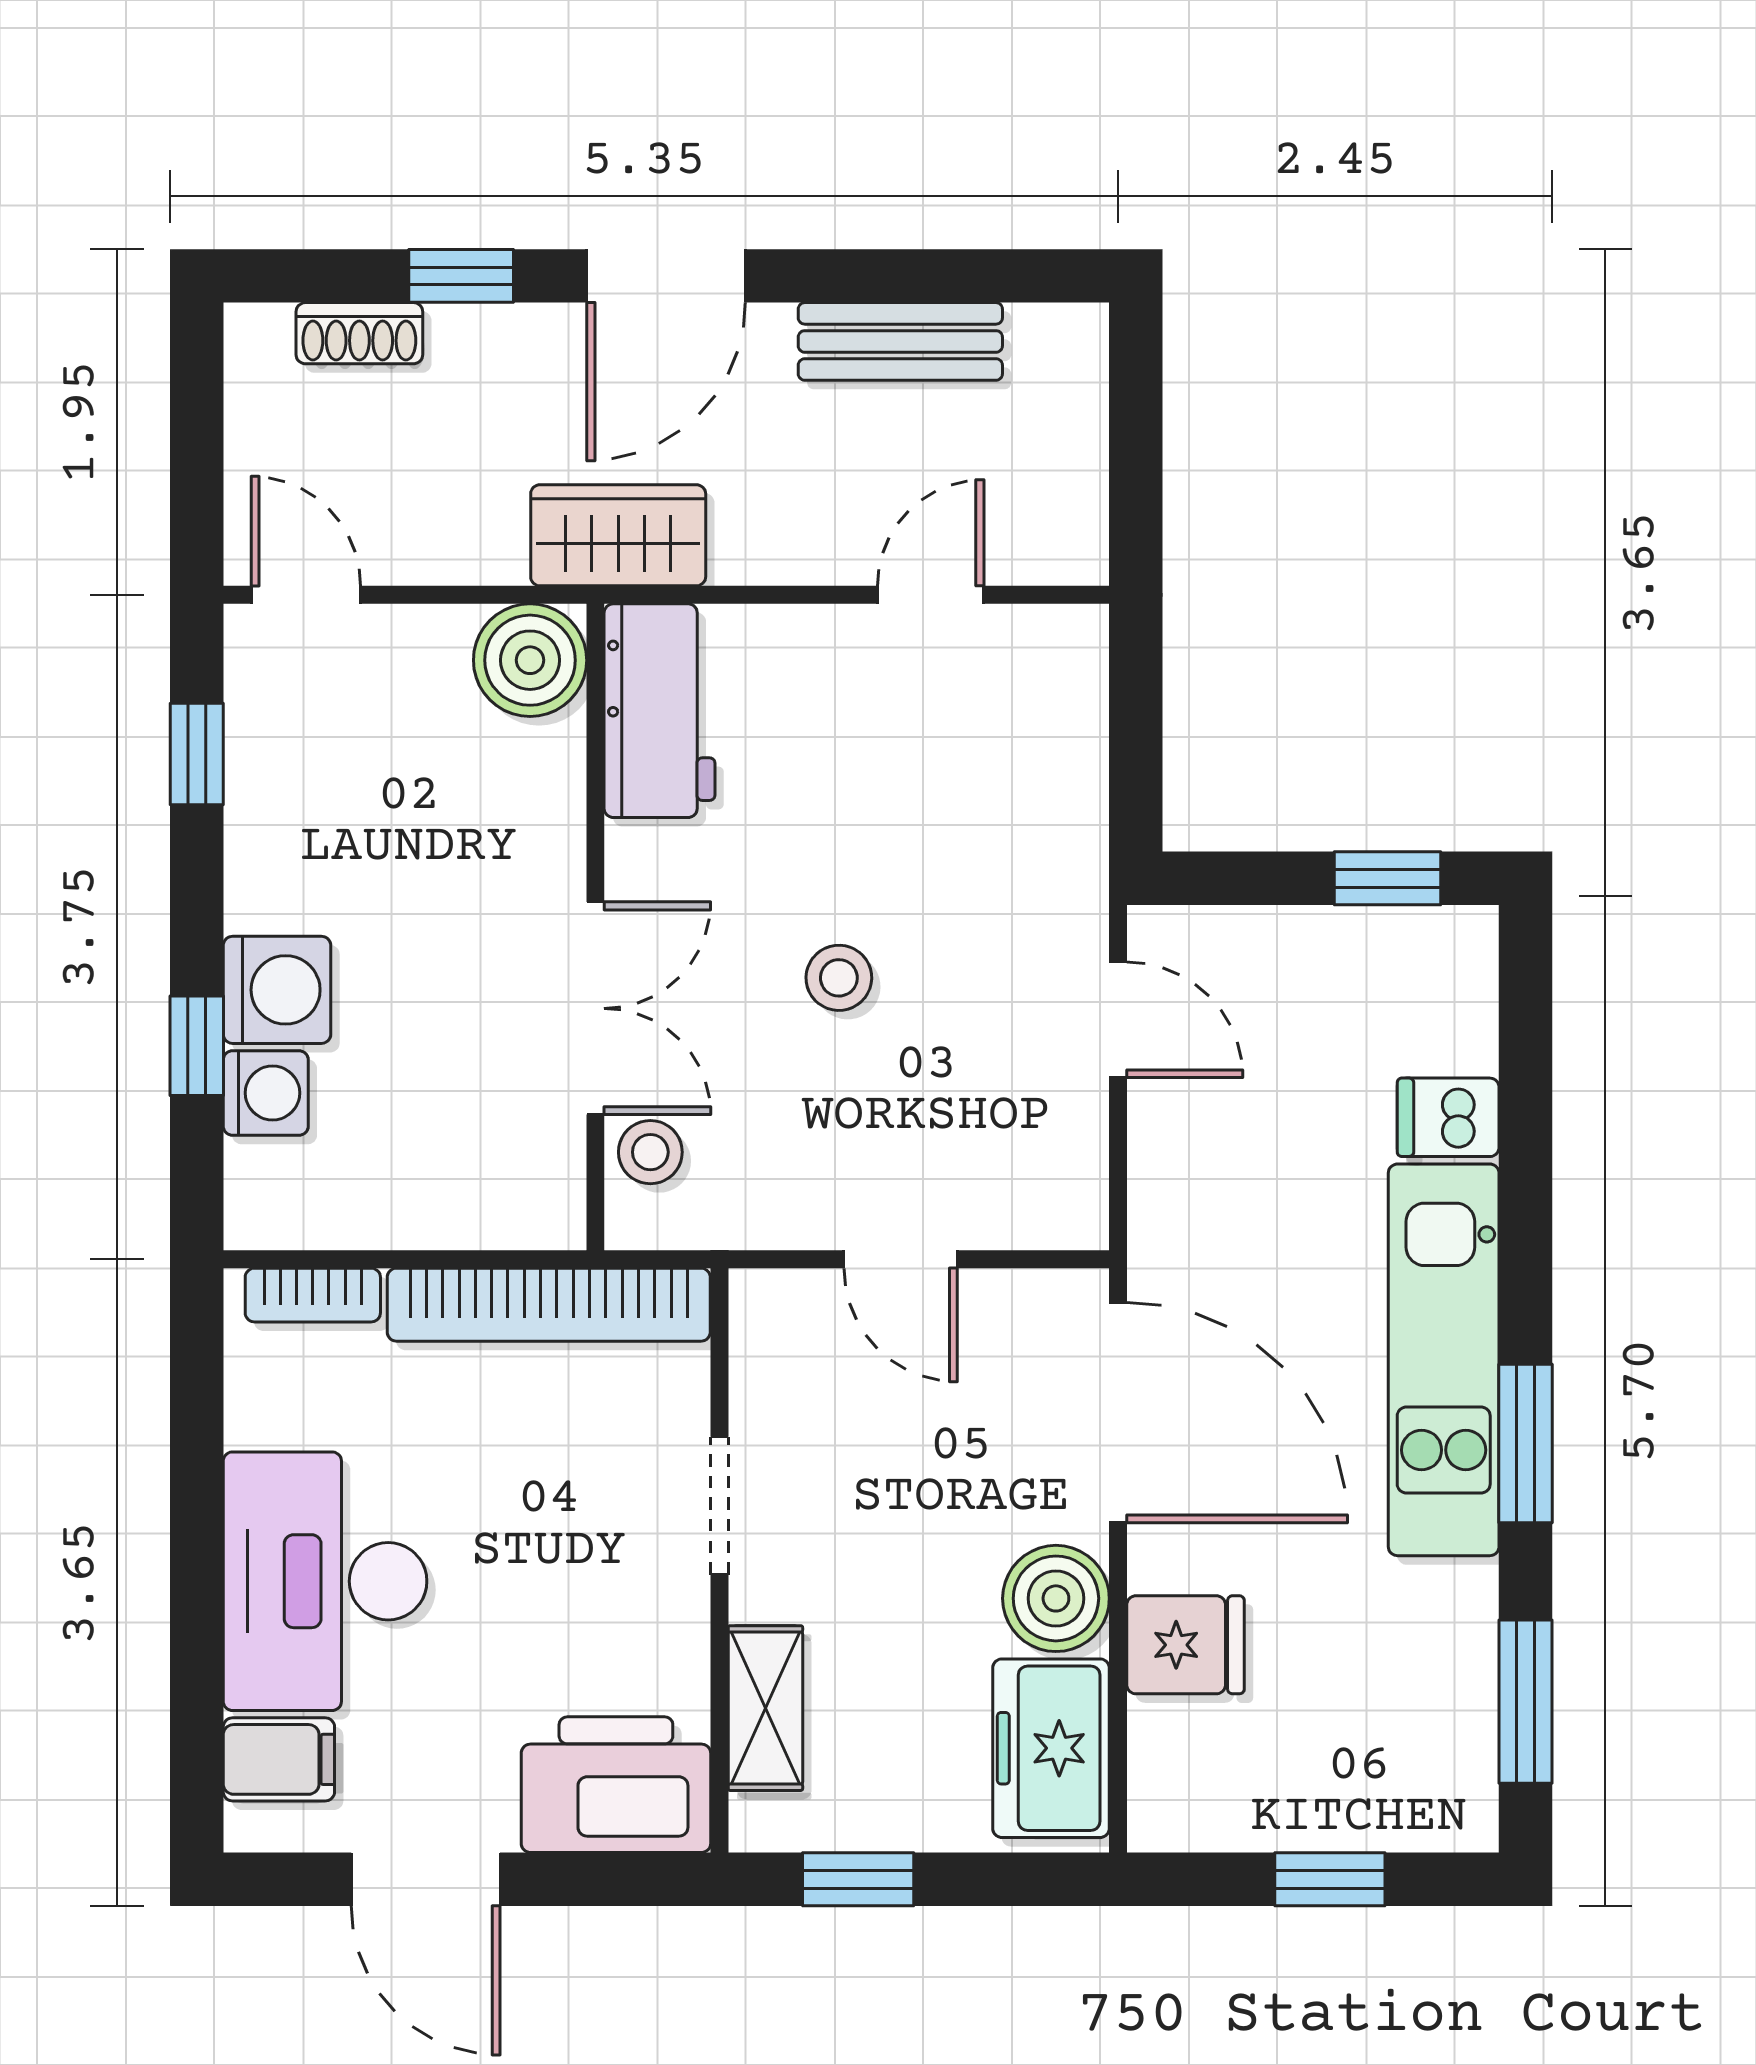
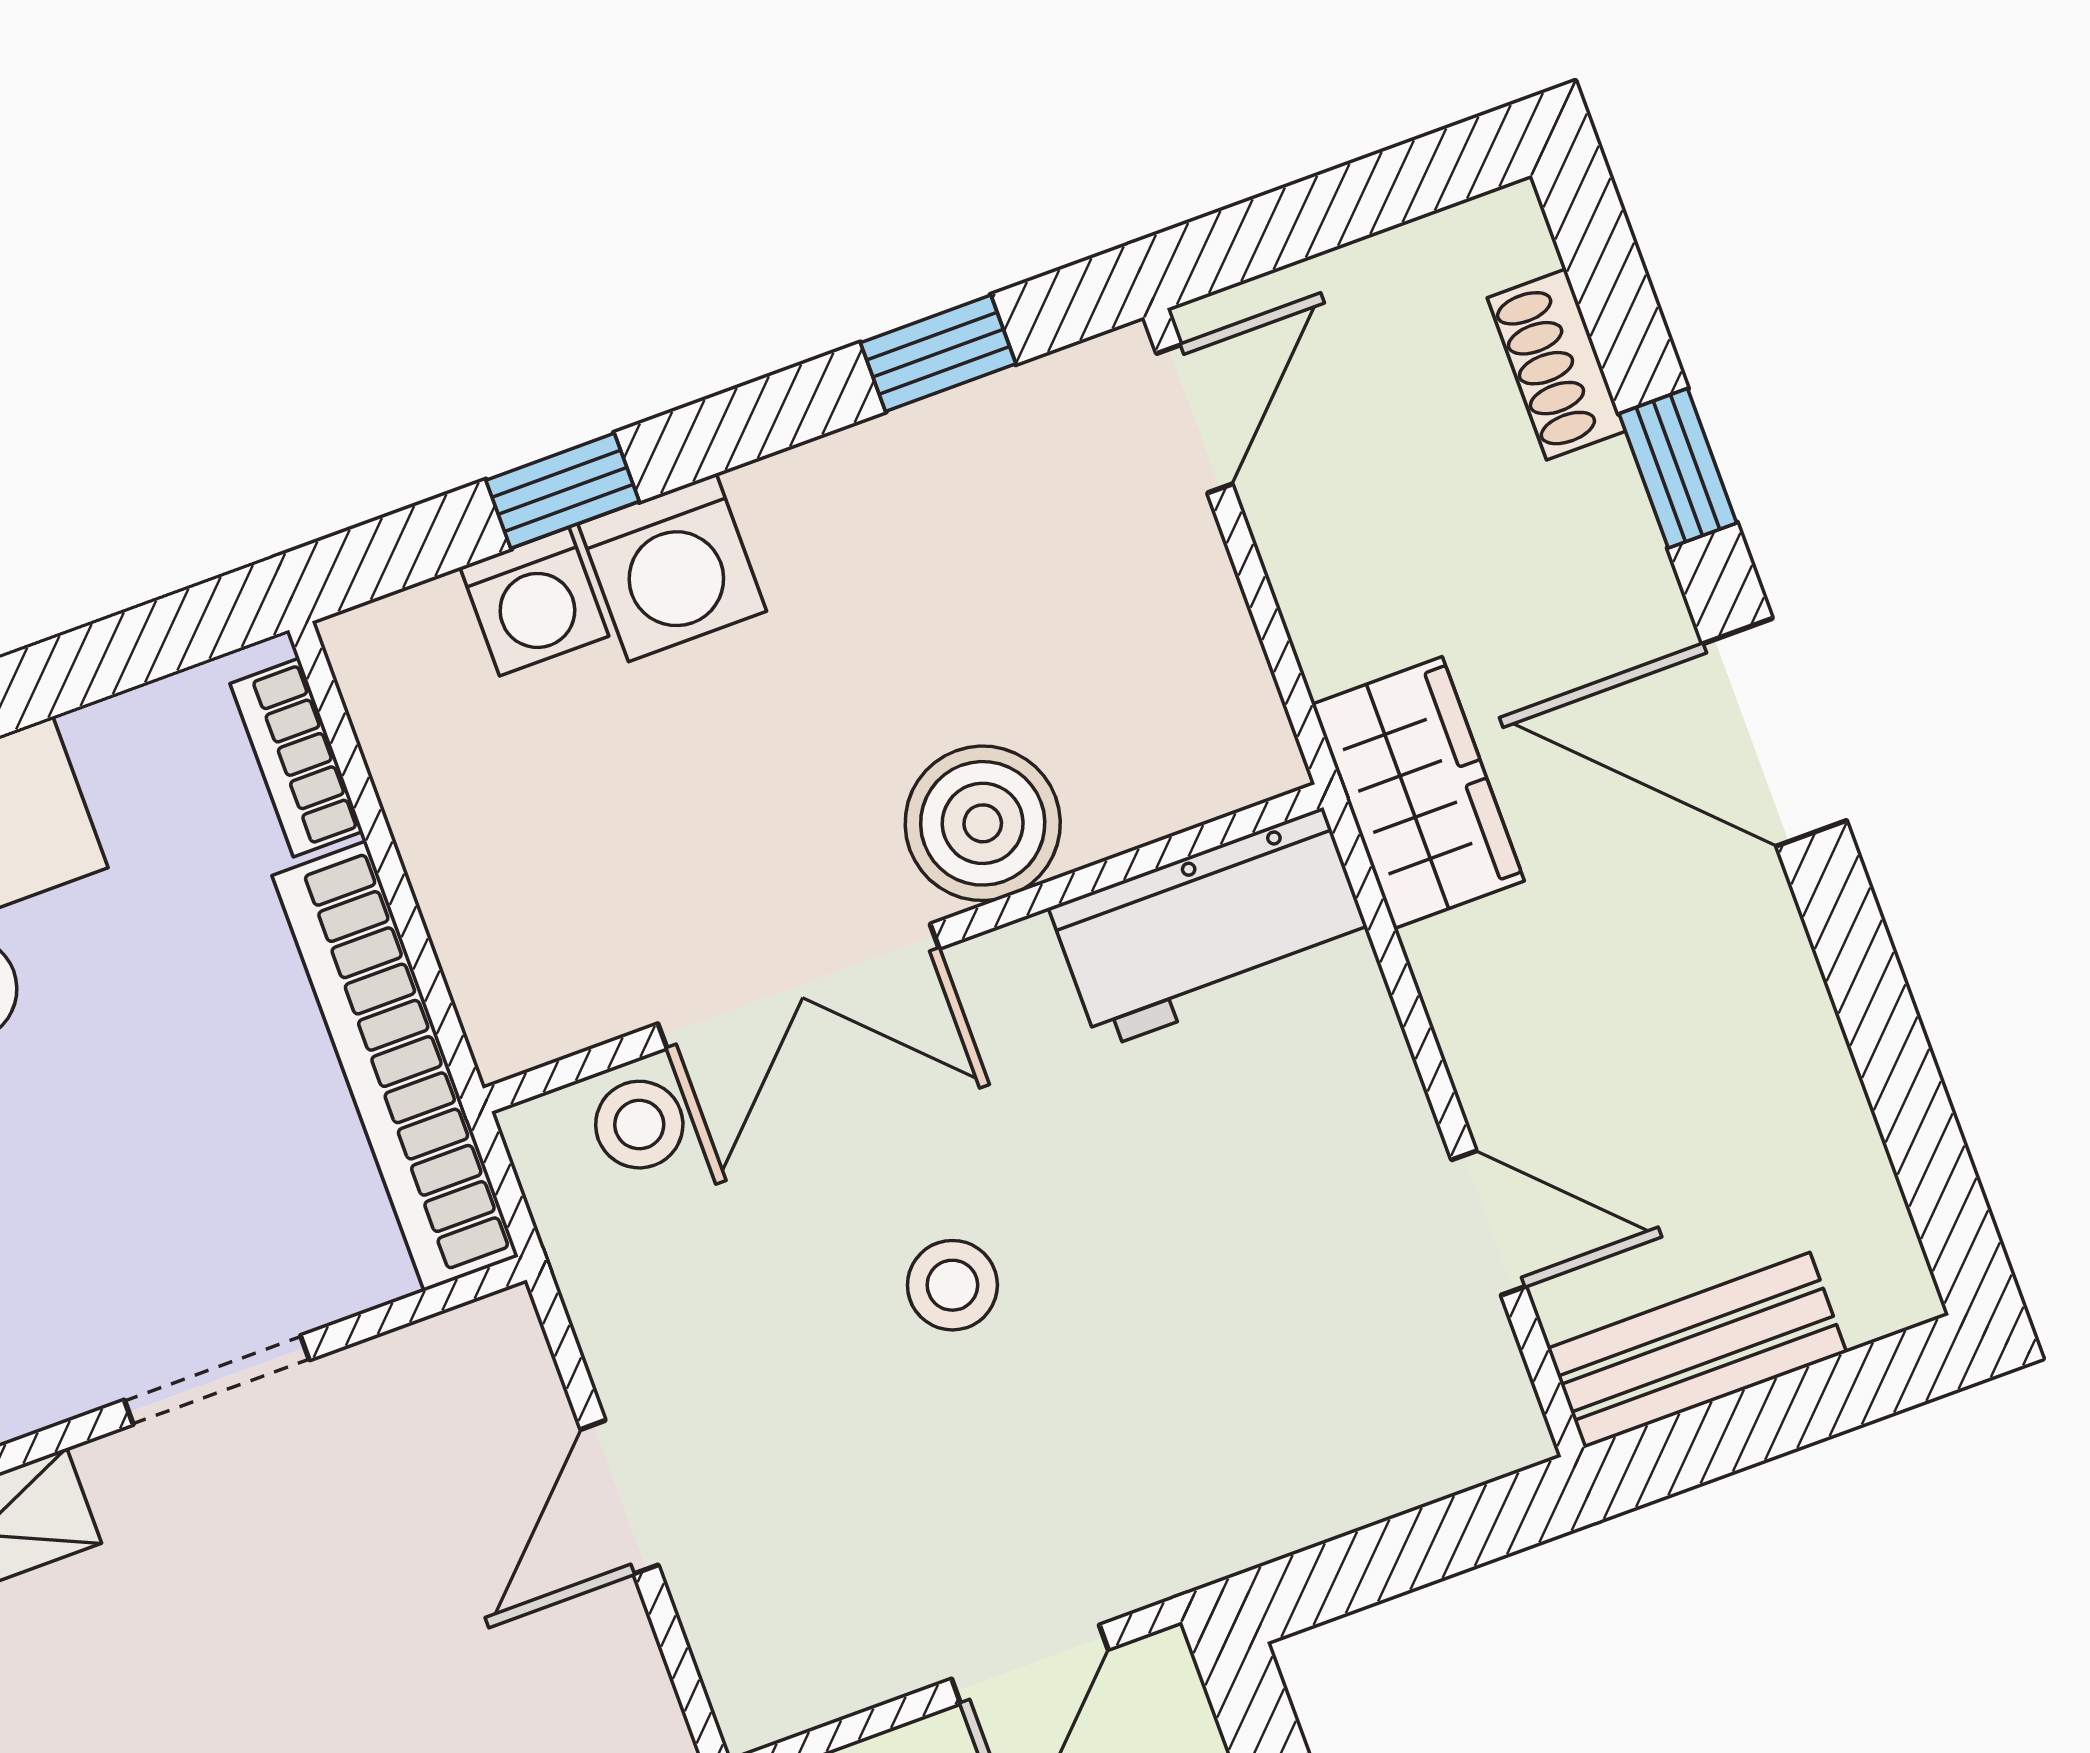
bench: (900, 341) -> (1697, 1350), moved, turned 90
boiler: (530, 660) -> (983, 823), moved

